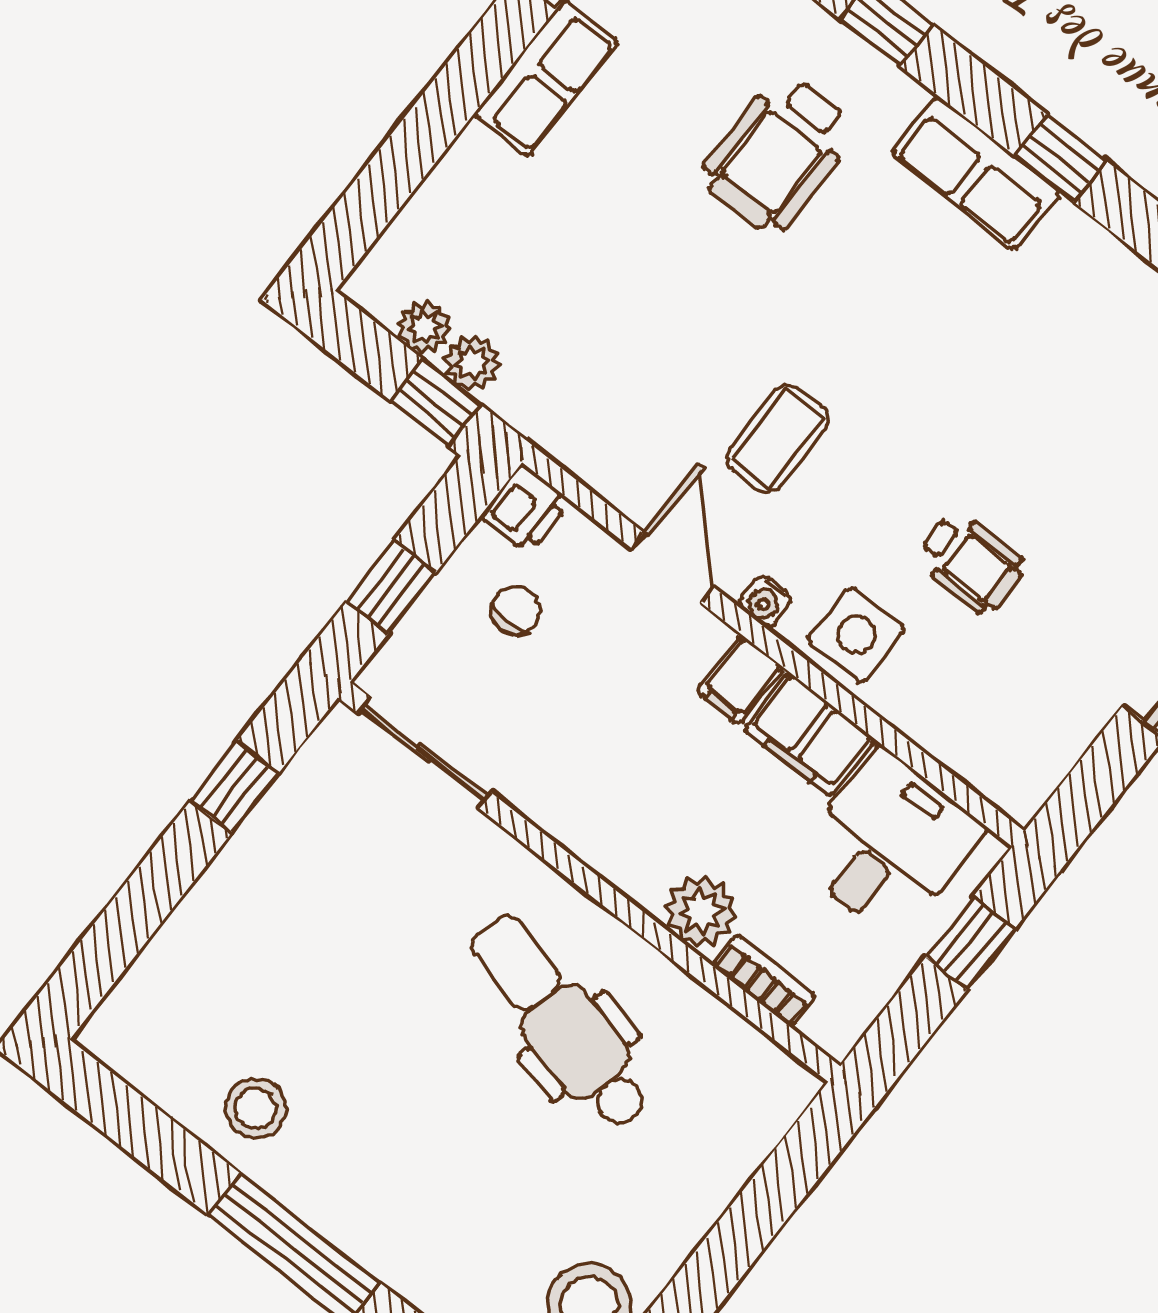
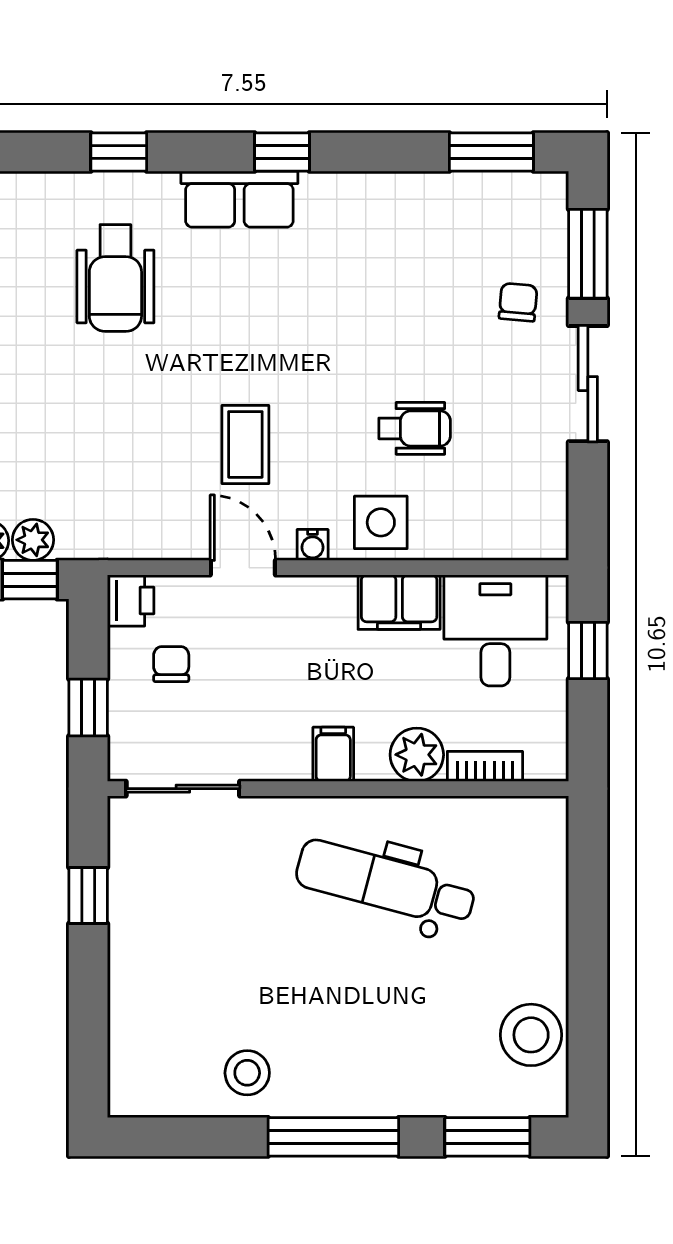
filing cabinet: (740, 680) -> (333, 754), moved, turned 180

